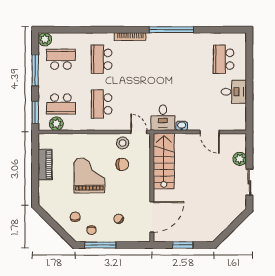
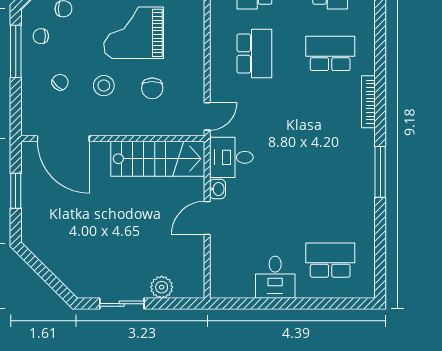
window: (172, 30) -> (380, 172), width x0.68
school desk: (102, 104) -> (254, 53), turned 90
door: (210, 132) -> (207, 218), moved
stool: (123, 143) -> (104, 86), moved
grand piano: (89, 175) -> (134, 33), turned 180

